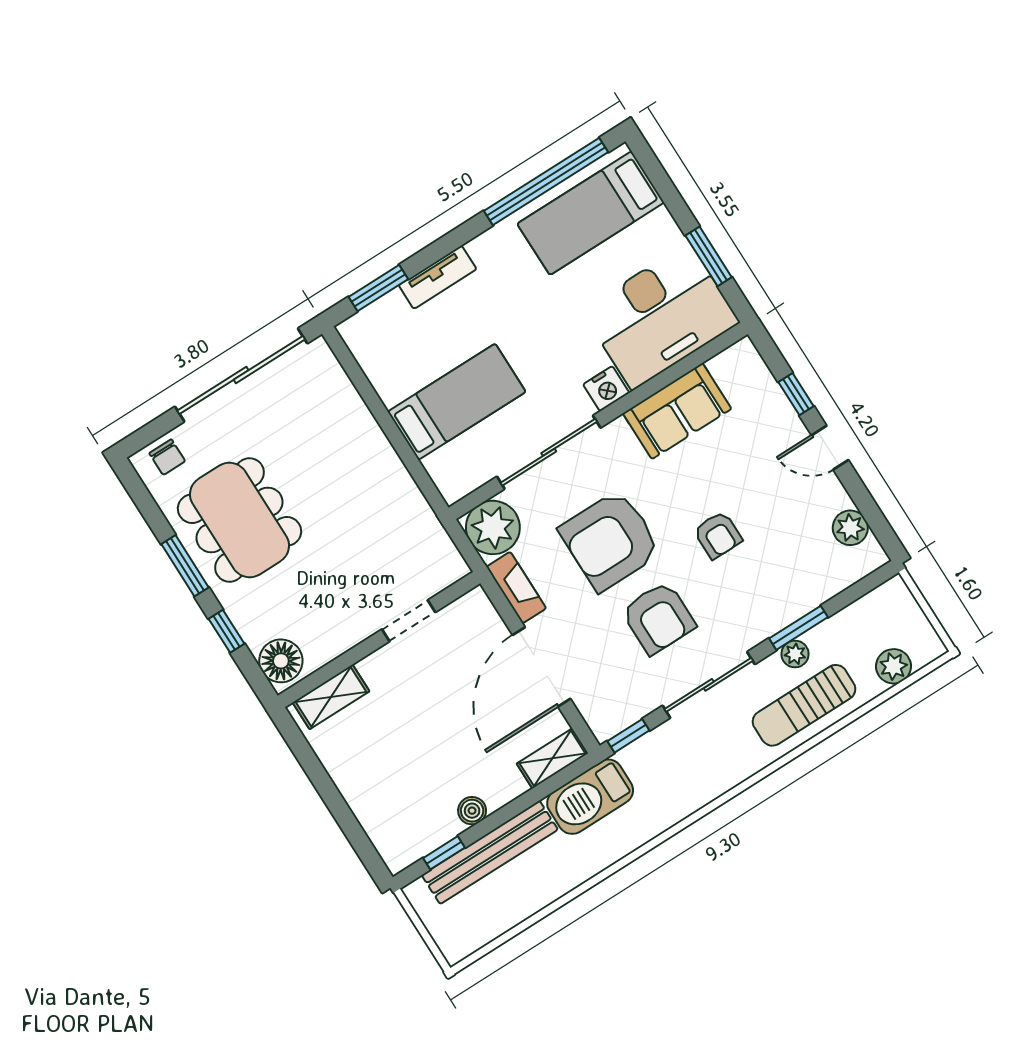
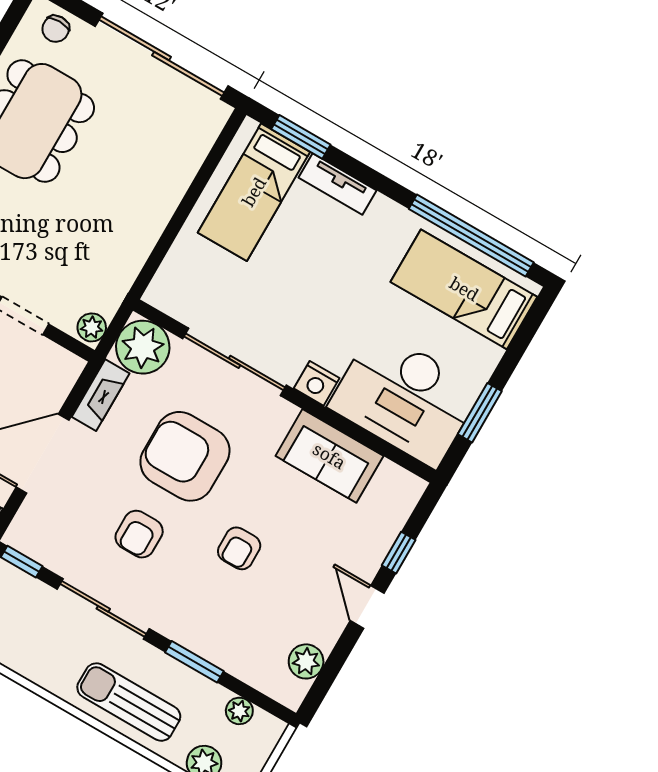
bed: (457, 402) -> (254, 192), moved, turned 90
plant: (451, 564) -> (92, 327), added
armchair: (658, 618) -> (139, 534), width x0.72, depth x0.72
plant: (795, 654) -> (239, 711), moved

